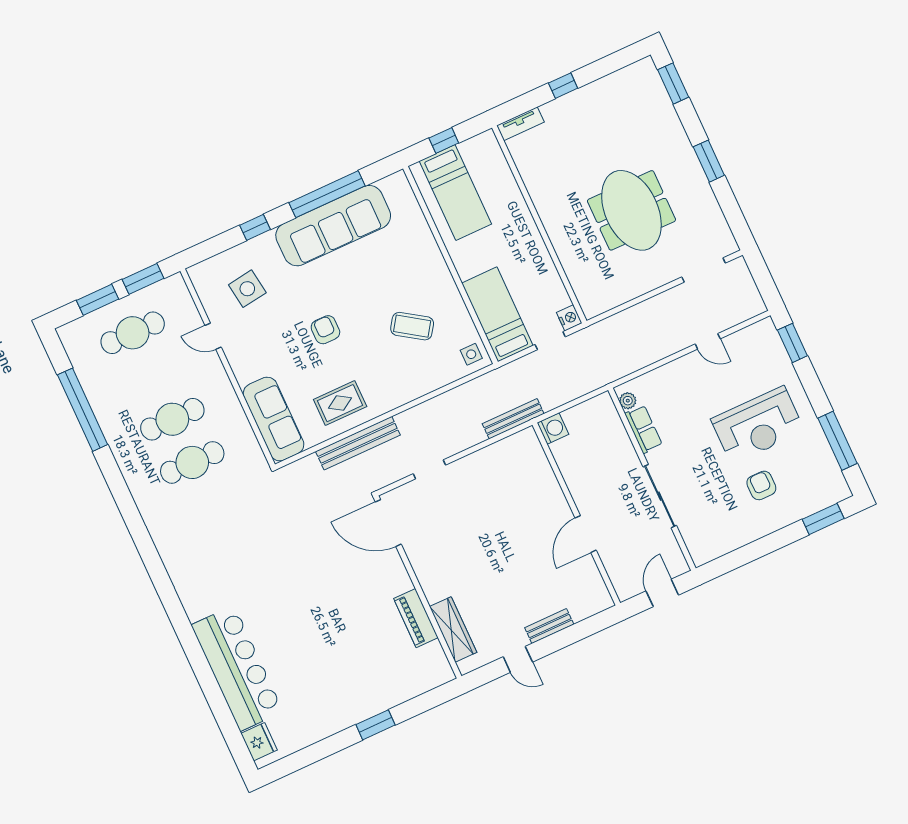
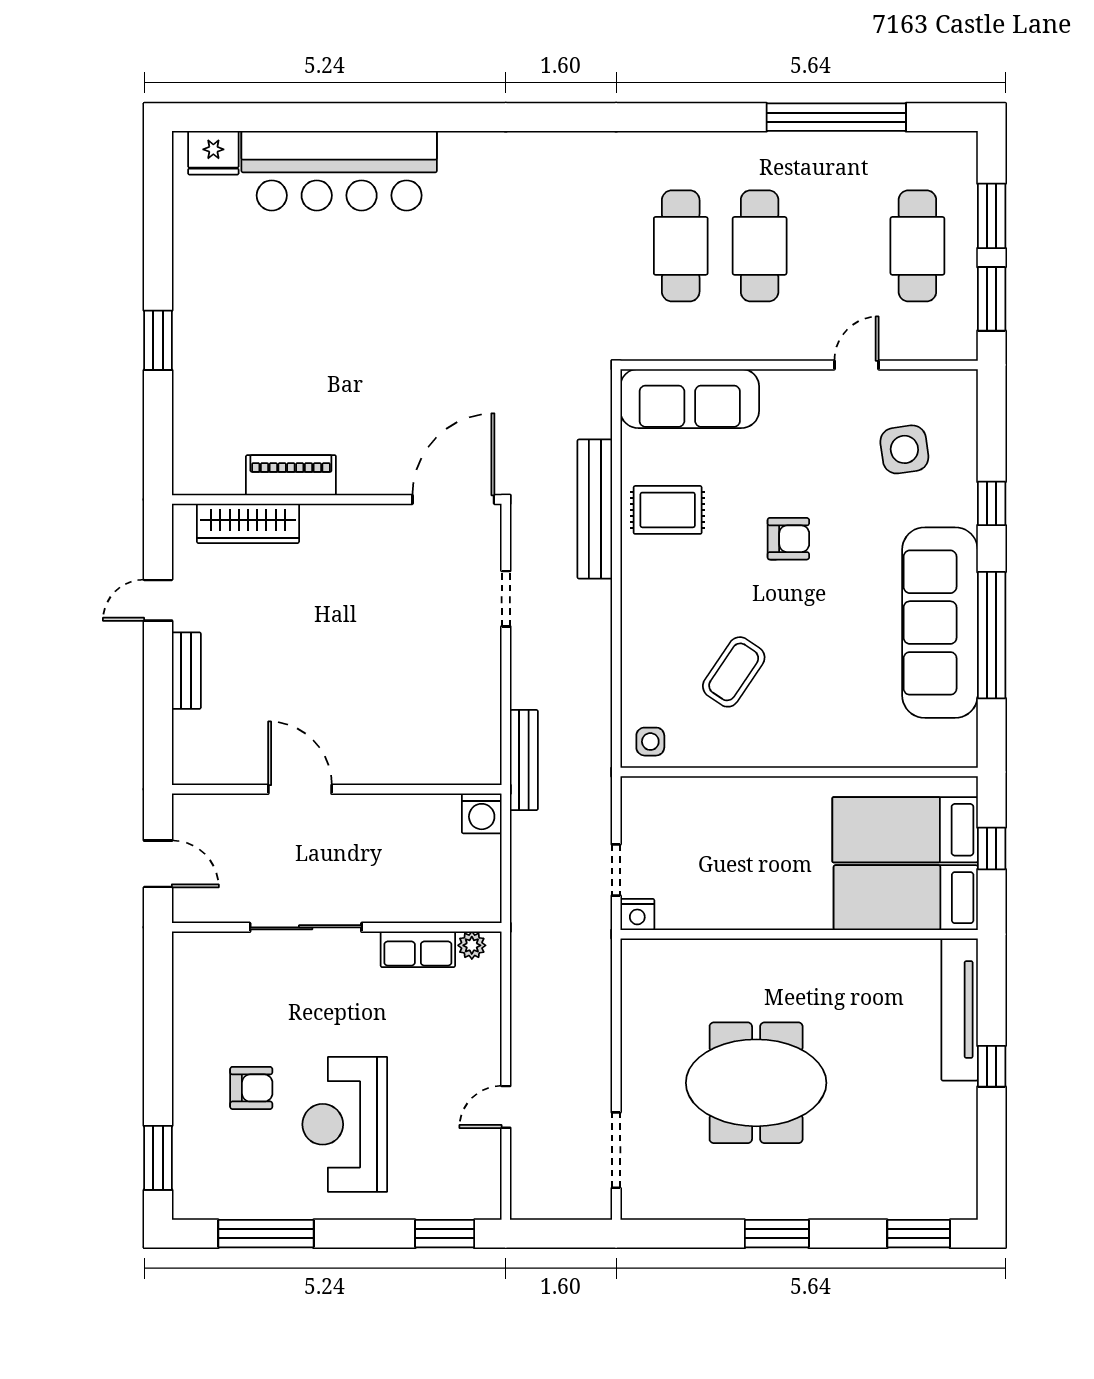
tv unit: (520, 124) -> (960, 1009), width x1.92, depth x1.29
bed: (497, 314) -> (906, 898), moved, turned 180
rug: (340, 403) -> (668, 510), turned 90

